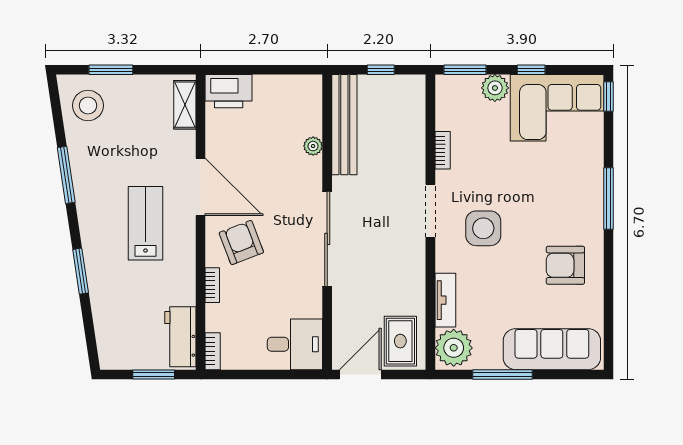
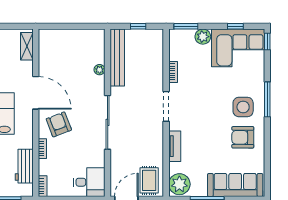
window: (531, 70) -> (235, 26), moved
printer: (229, 91) -> (52, 38), removed
side table: (483, 228) -> (243, 107), moved
tv unit: (445, 300) -> (175, 146), moved
workbench: (180, 337) -> (24, 166), moved

